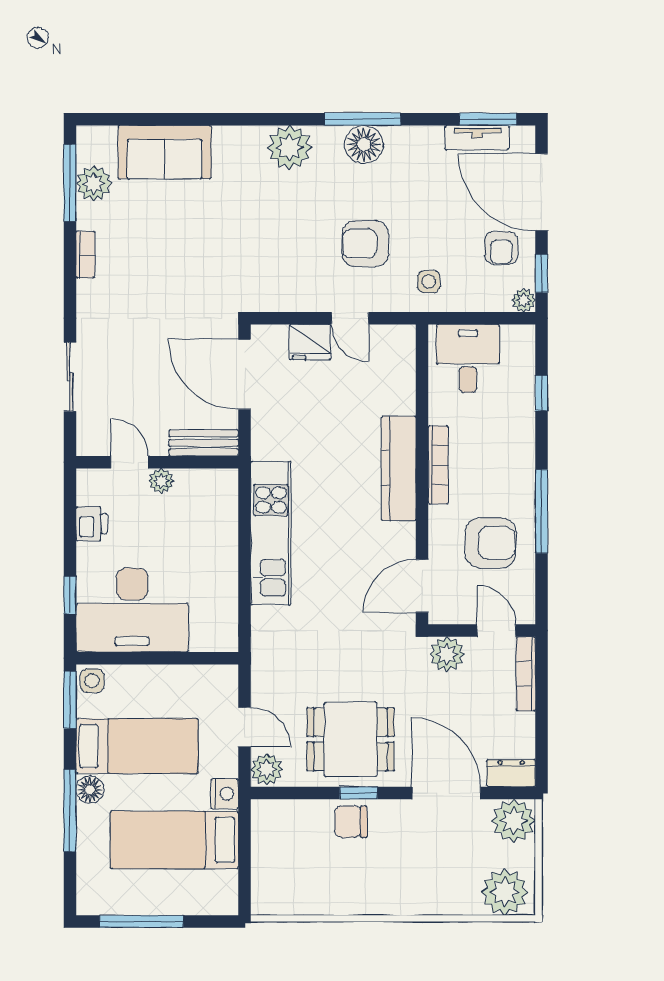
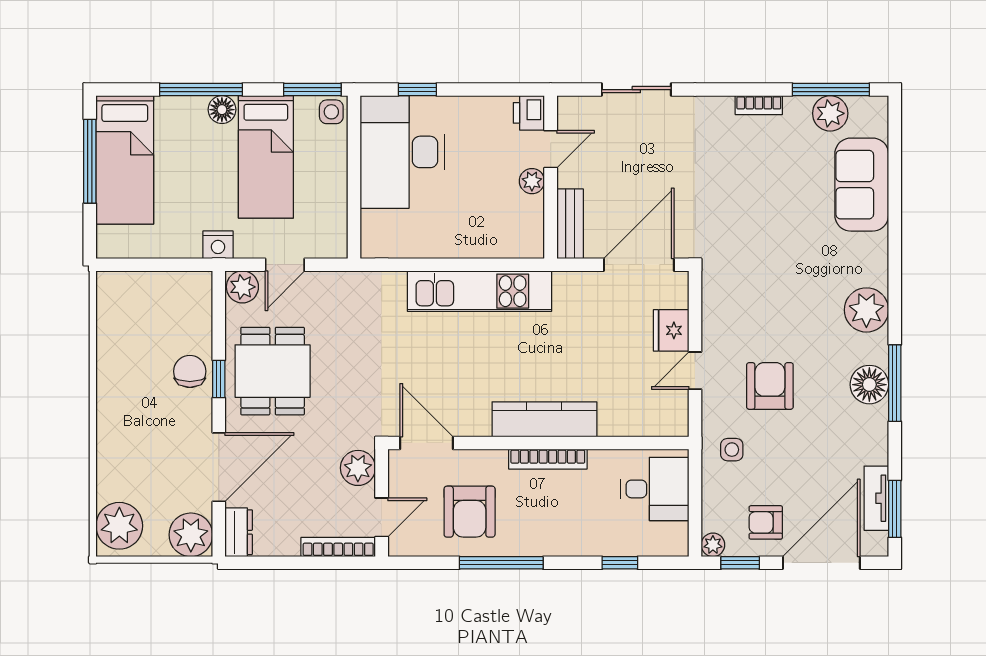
printer: (92, 524) -> (529, 113), moved, turned 90
bed: (174, 840) -> (125, 160), moved, turned 180

